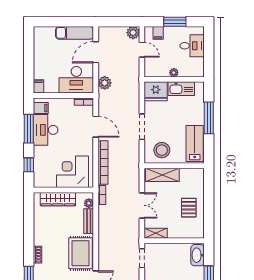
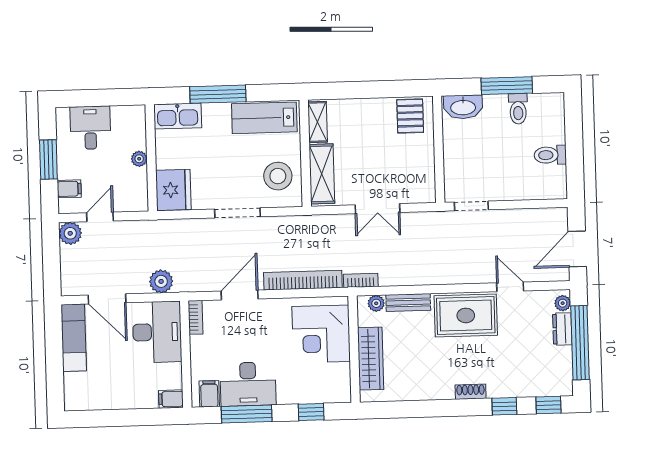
kitchen sink: (181, 89) -> (178, 116), moved, turned 90
double door: (142, 205) -> (377, 209), swing flipped
pallet: (189, 208) -> (410, 116), moved, turned 90
shelving: (156, 233) -> (318, 122), moved

